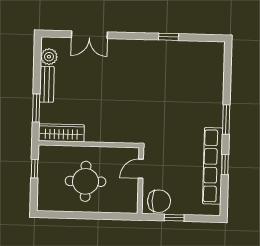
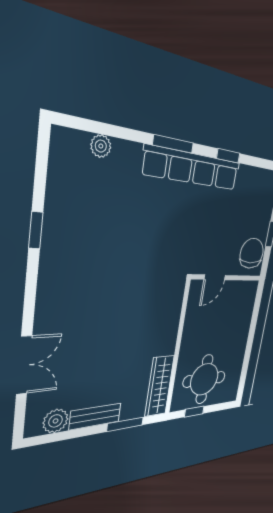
plant: (218, 71) -> (101, 146), added
row of seats: (213, 166) -> (193, 168), moved
door: (141, 169) -> (215, 277), hinge flipped
round table: (86, 181) -> (204, 379), moved

